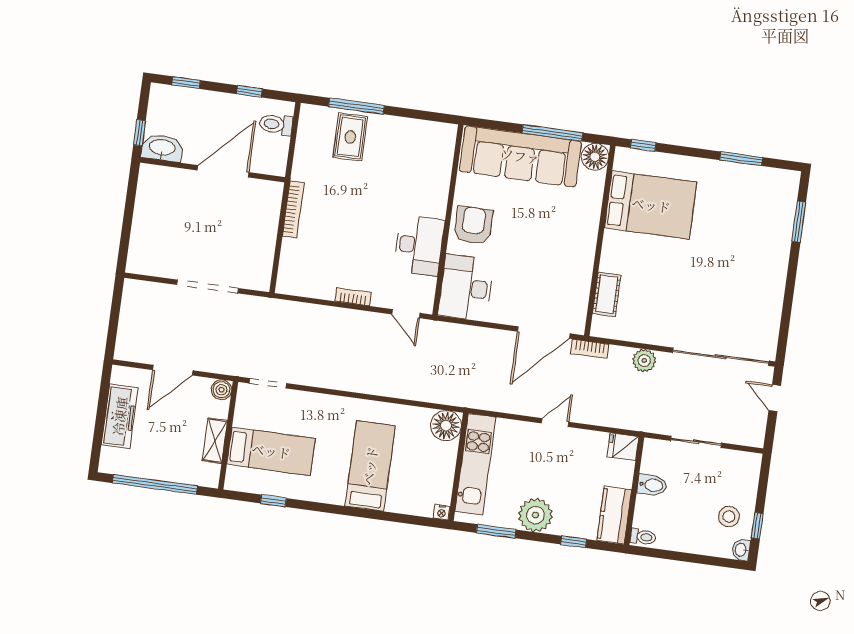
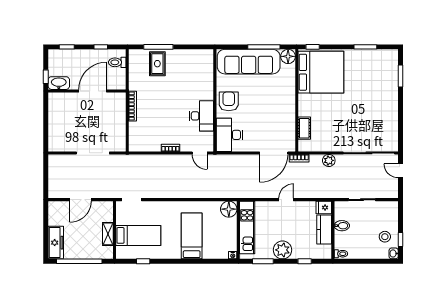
bed: (651, 205) -> (321, 72), width x1.36
boiler: (221, 390) -> (108, 206), removed
freezer: (120, 416) -> (56, 243), moved
kitchen counter: (614, 515) -> (324, 230), moved

